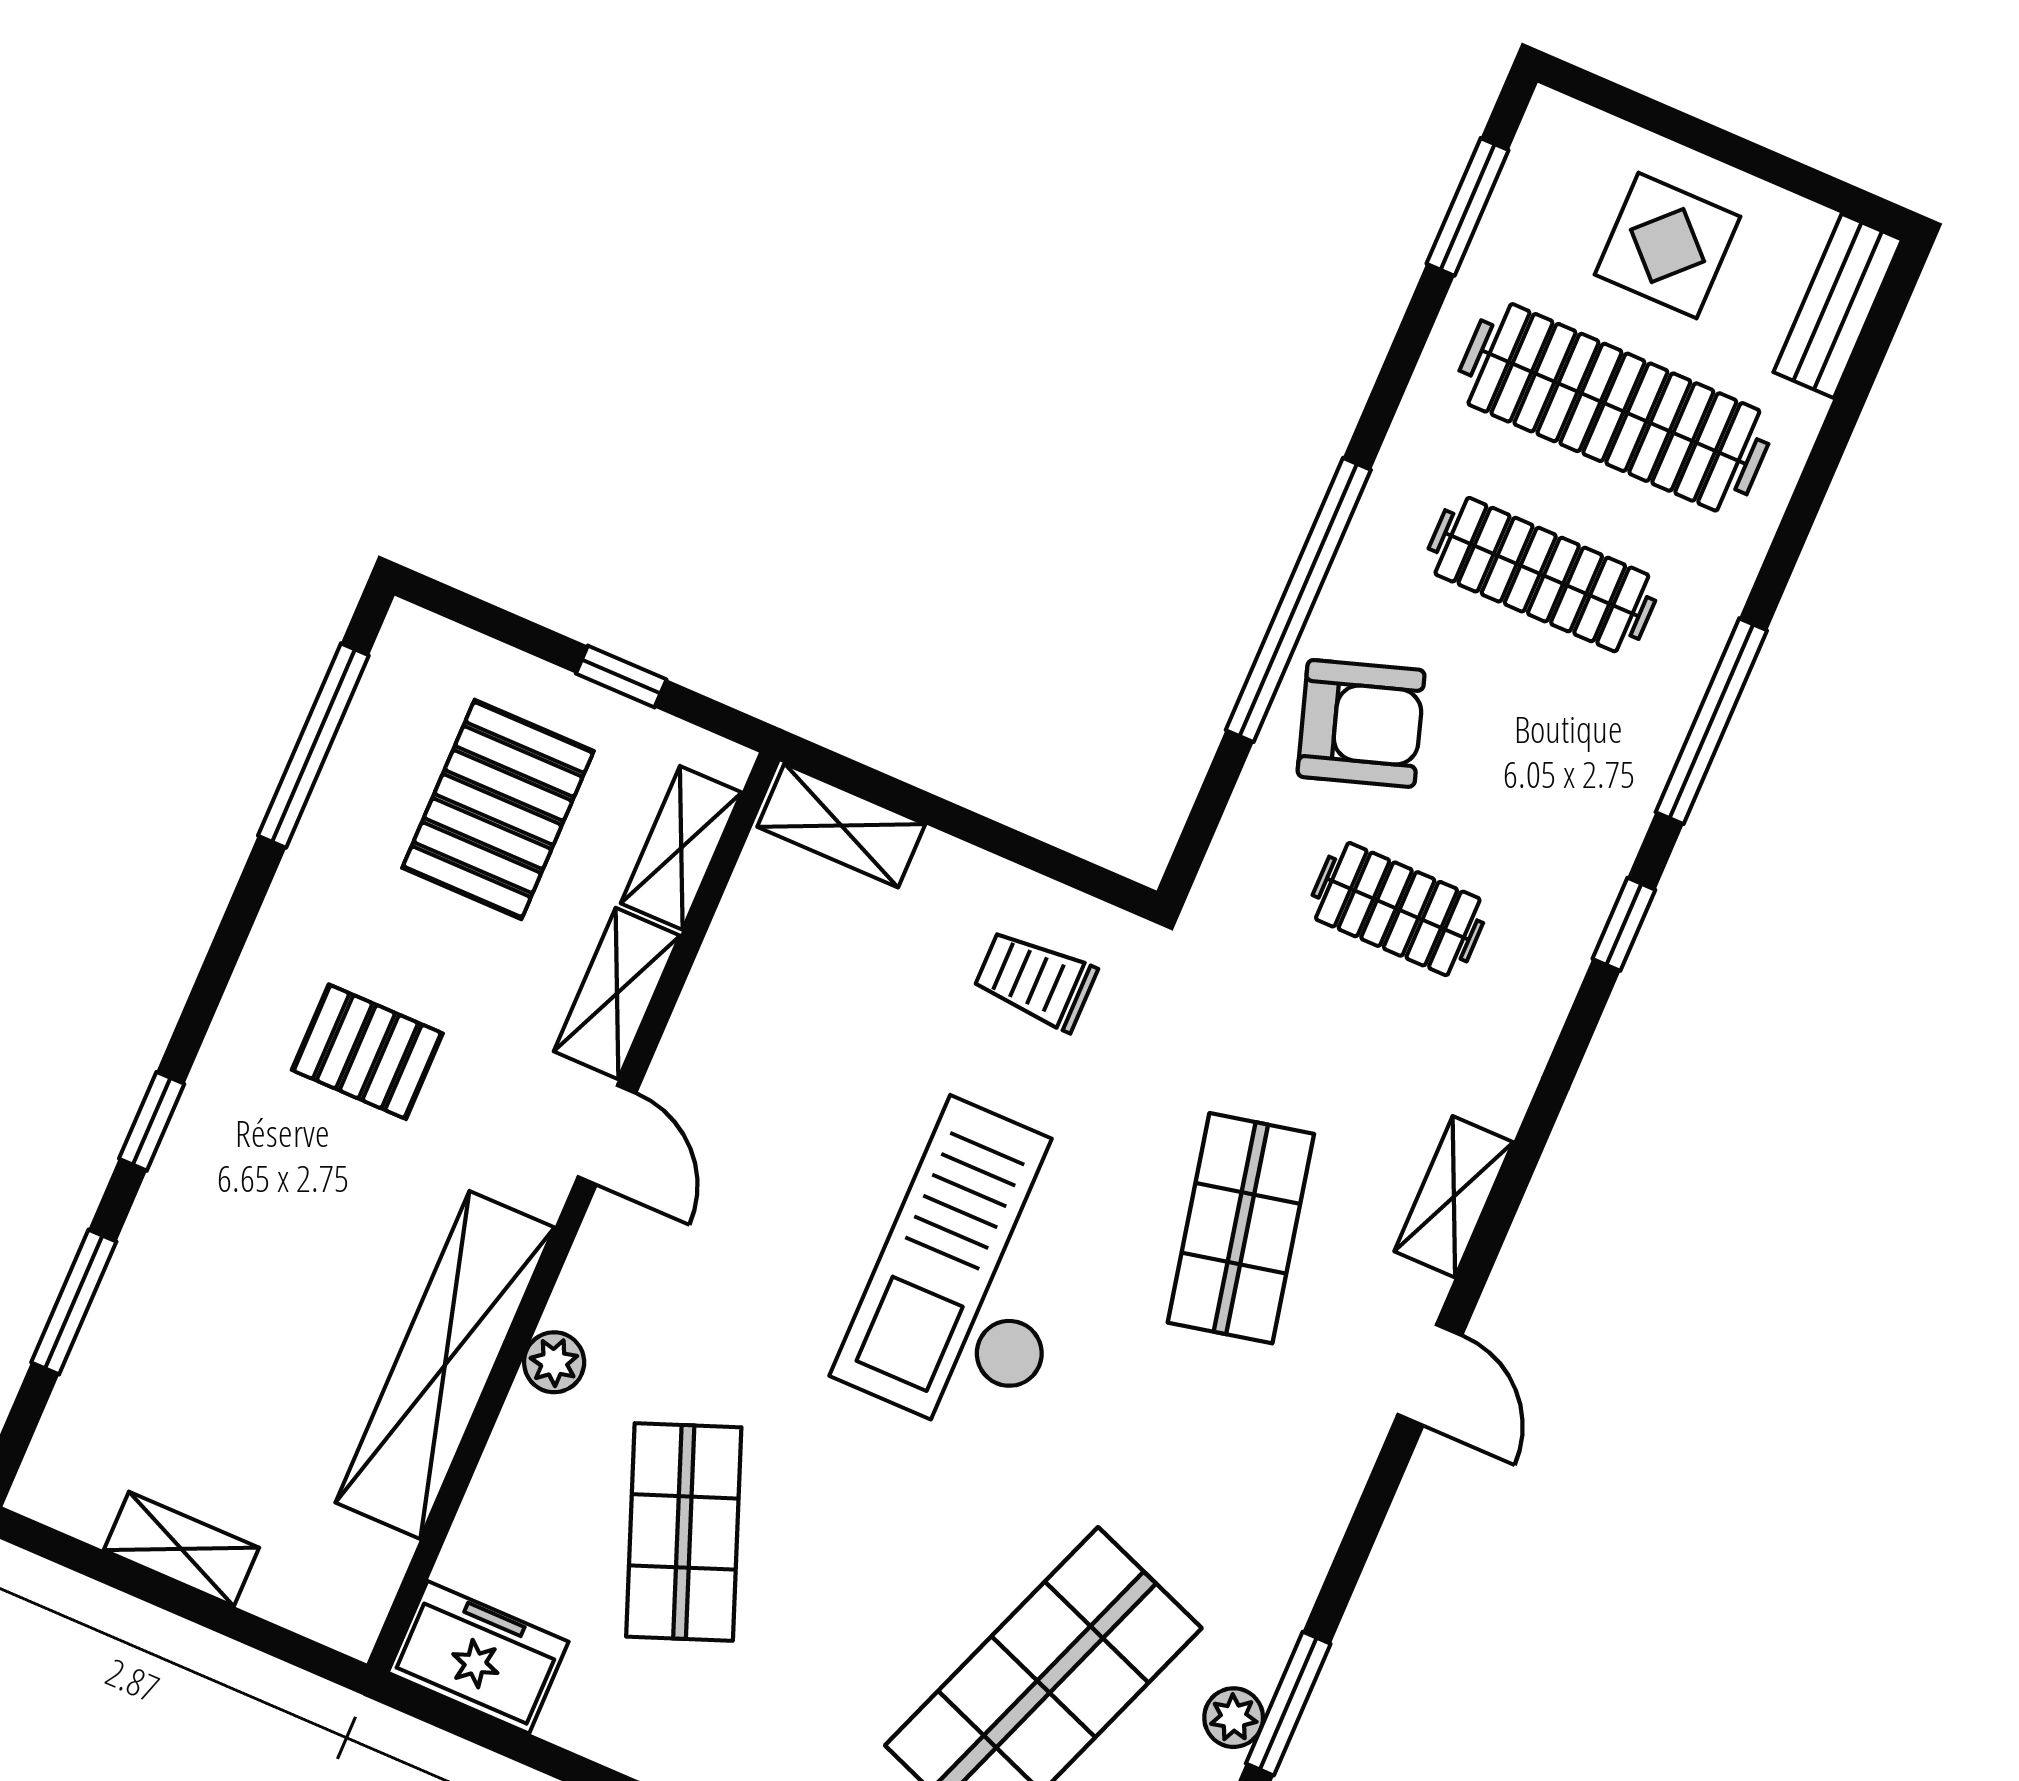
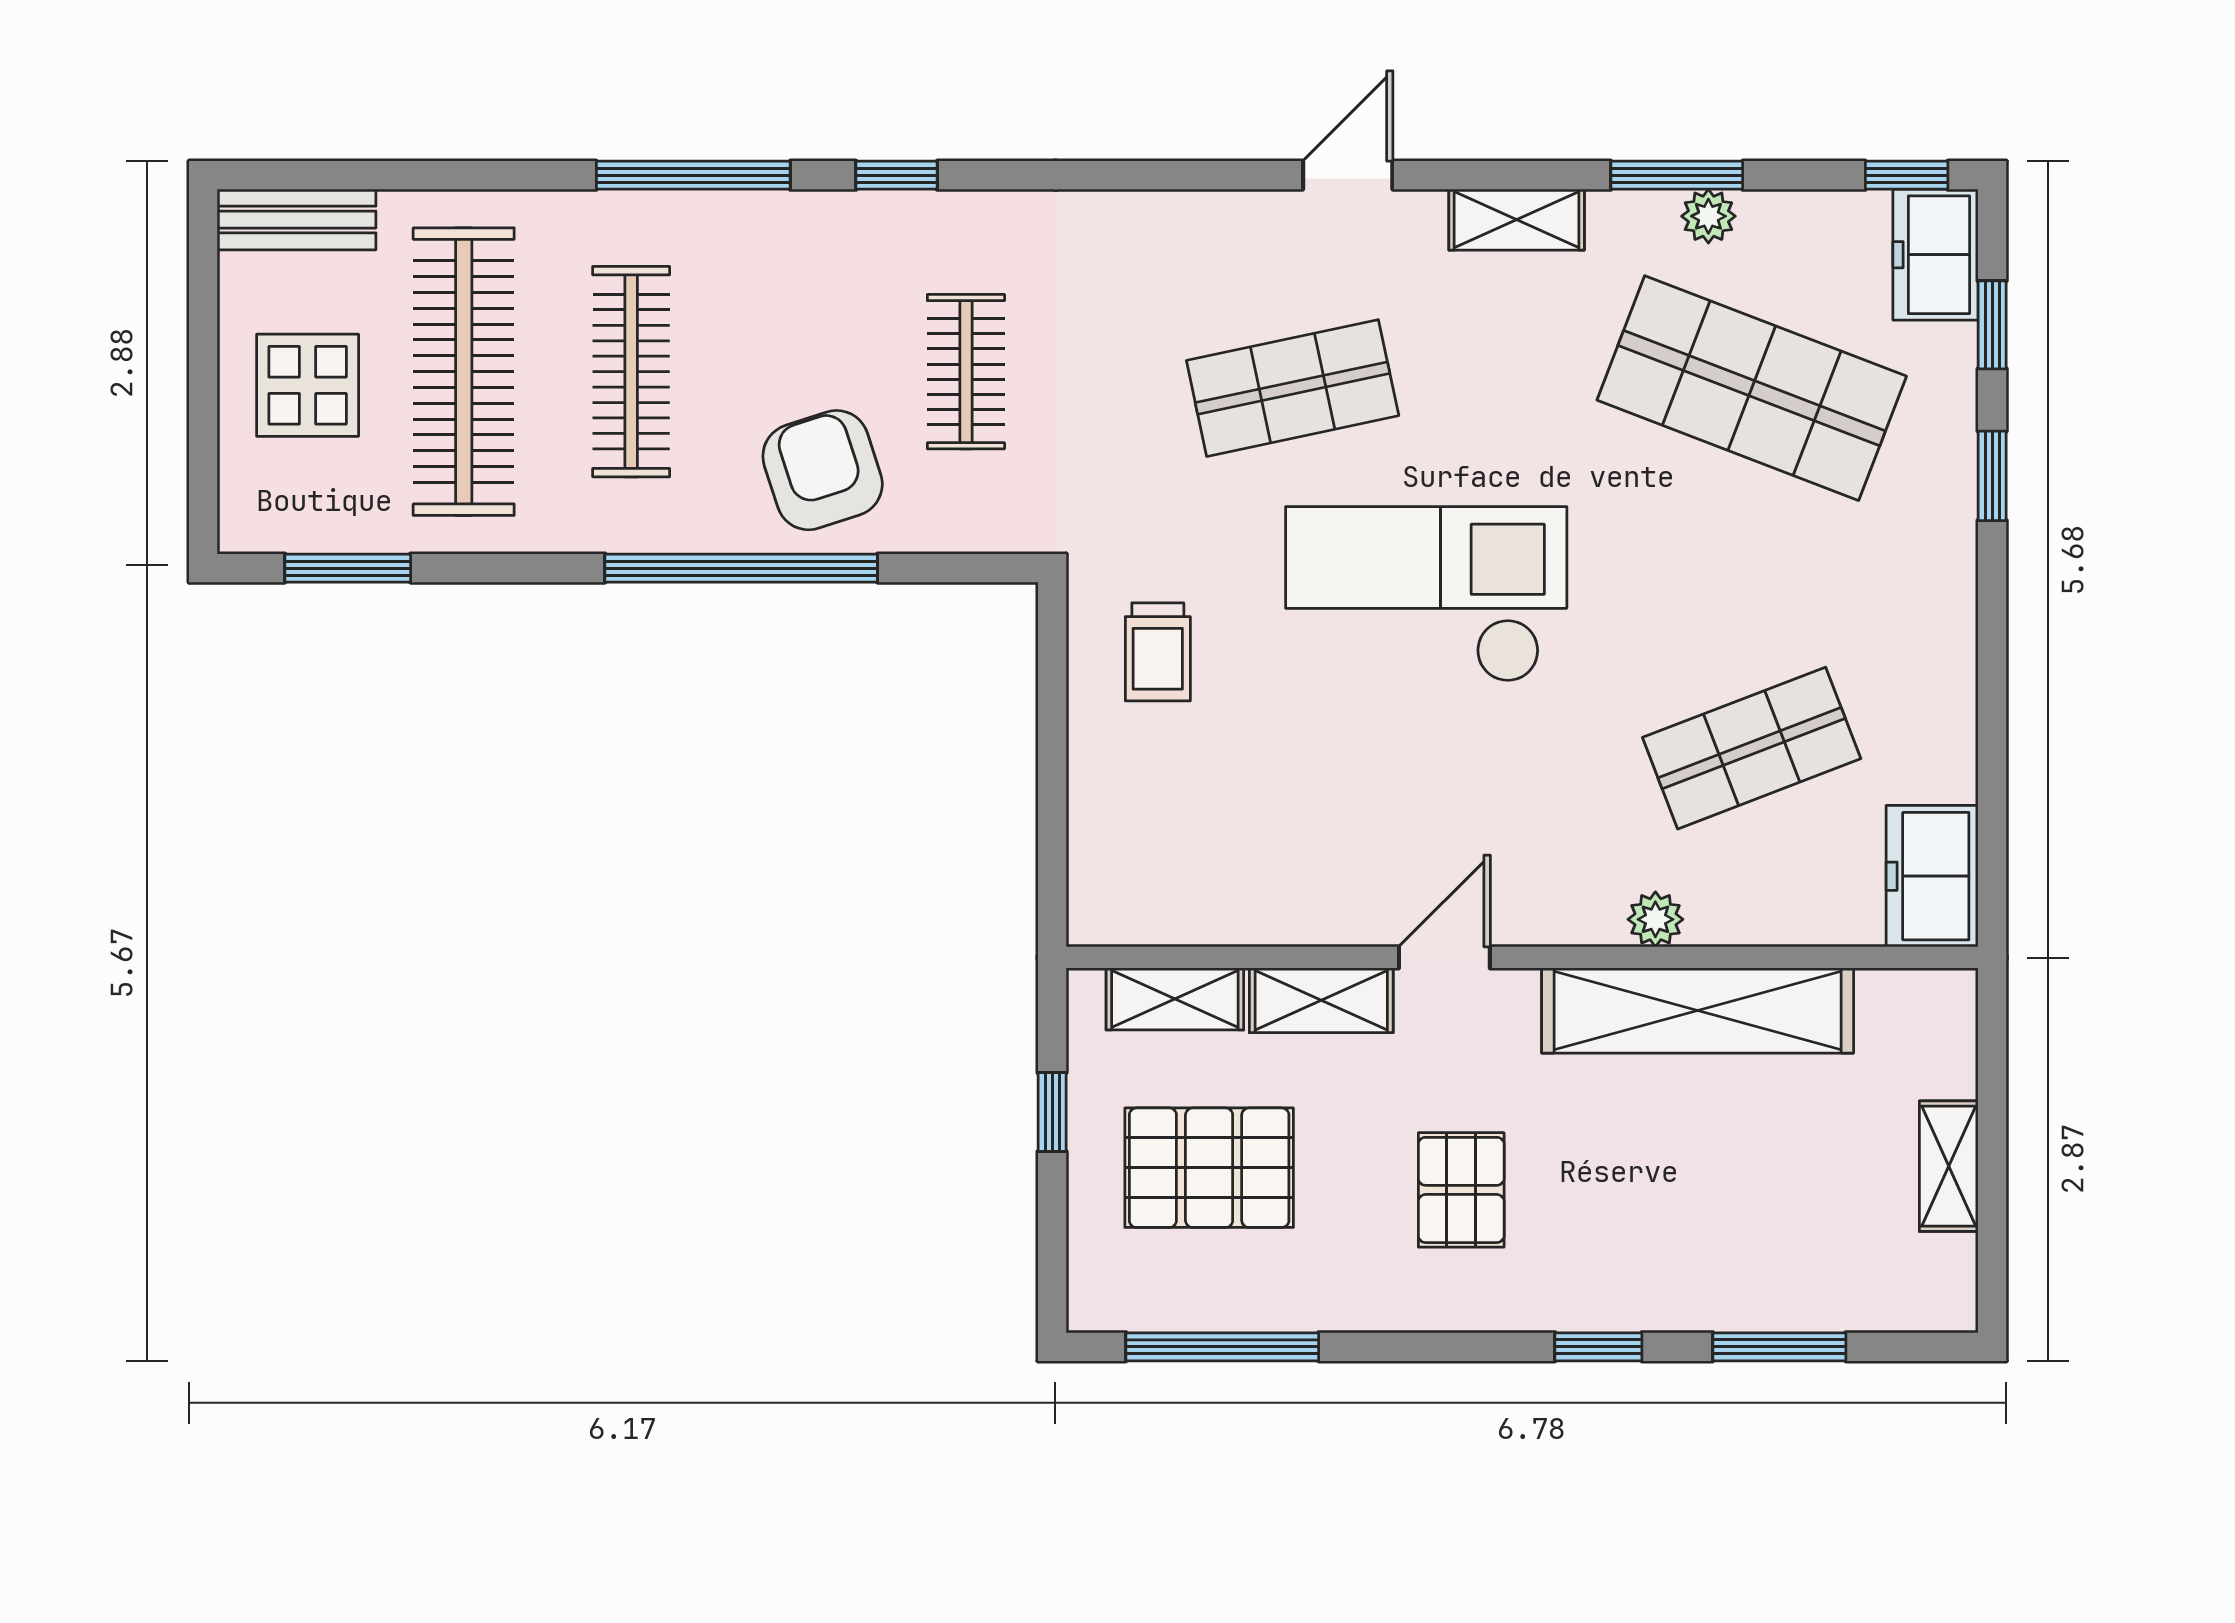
shelving: (841, 826) -> (1098, 872), removed
shelving: (1454, 1197) -> (1517, 220), moved
checkout: (977, 1273) -> (1426, 594), turned 180

